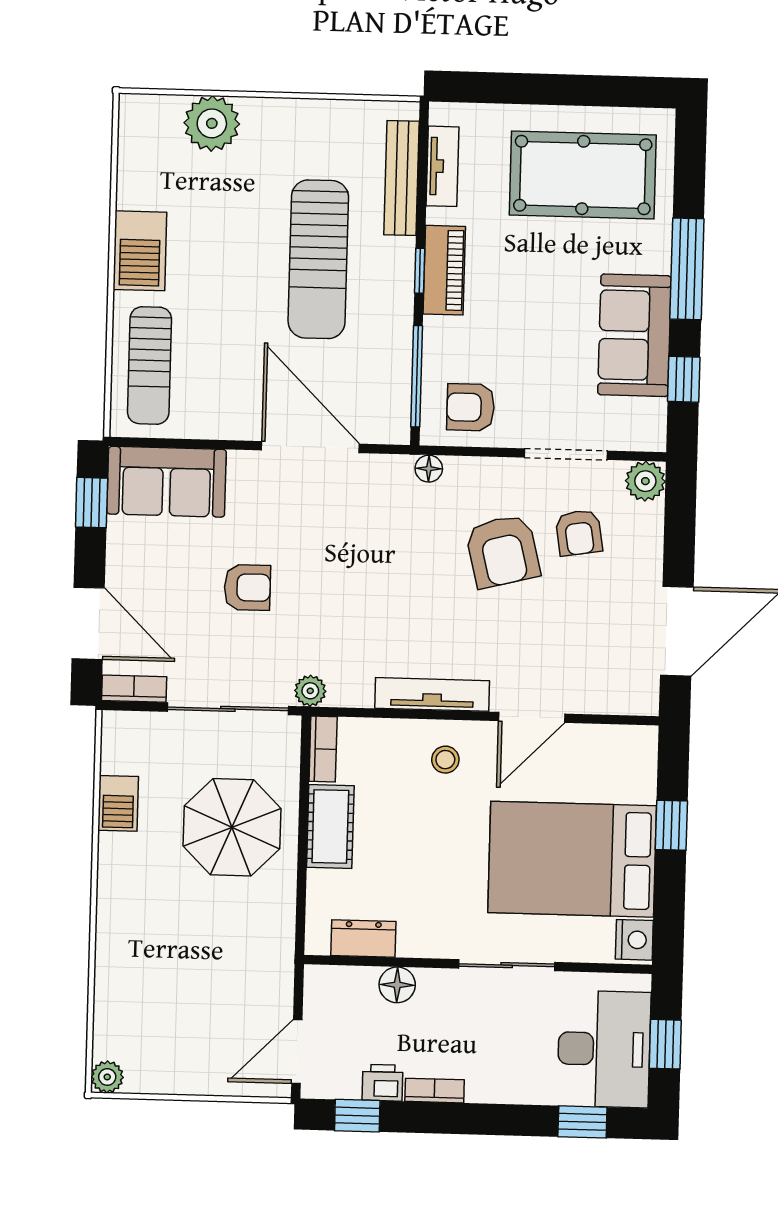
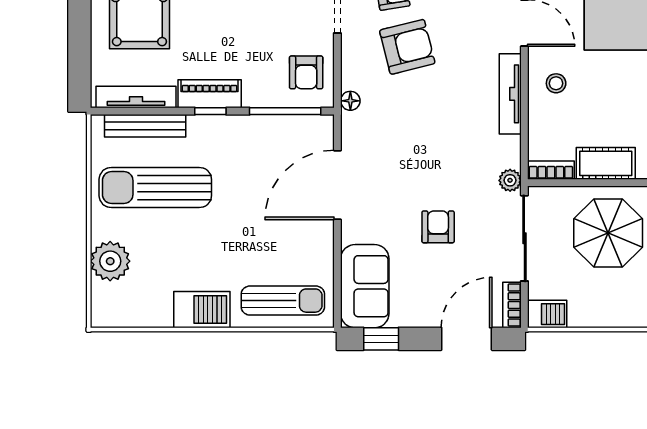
tv unit: (442, 166) -> (136, 97), width x1.41
sun lounger: (318, 259) -> (155, 188), moved, turned 180
barbecue: (118, 803) -> (547, 314), moved

